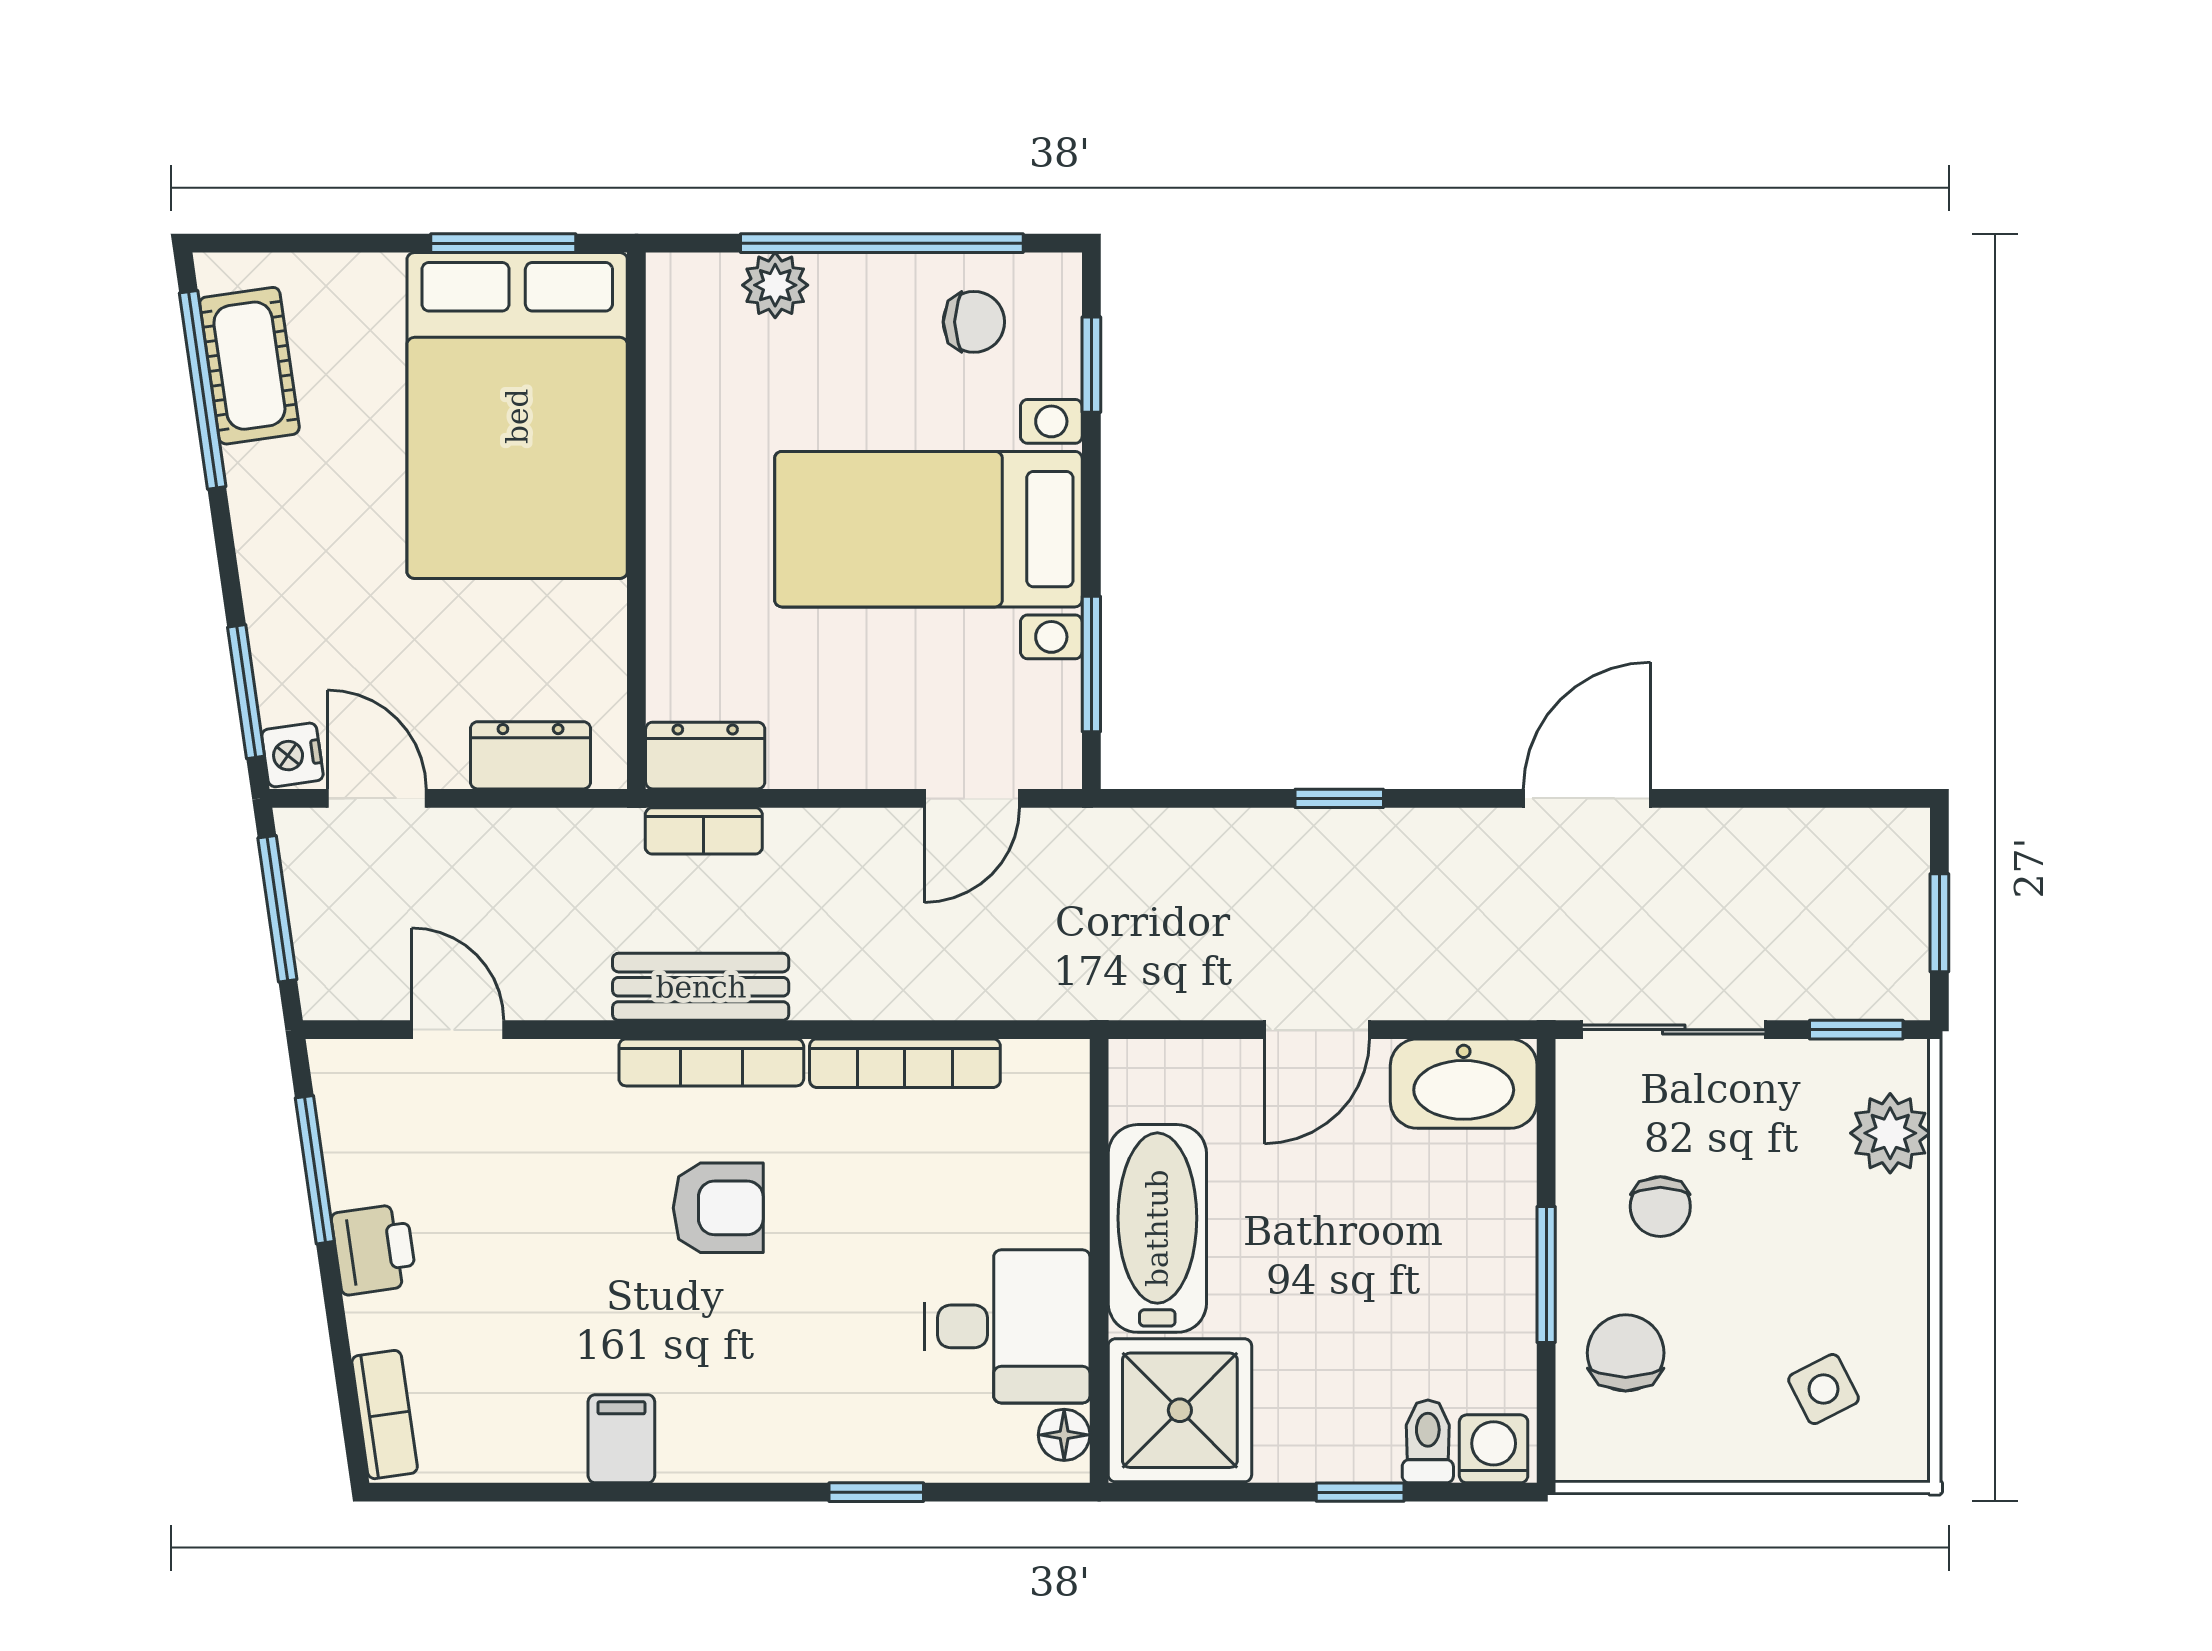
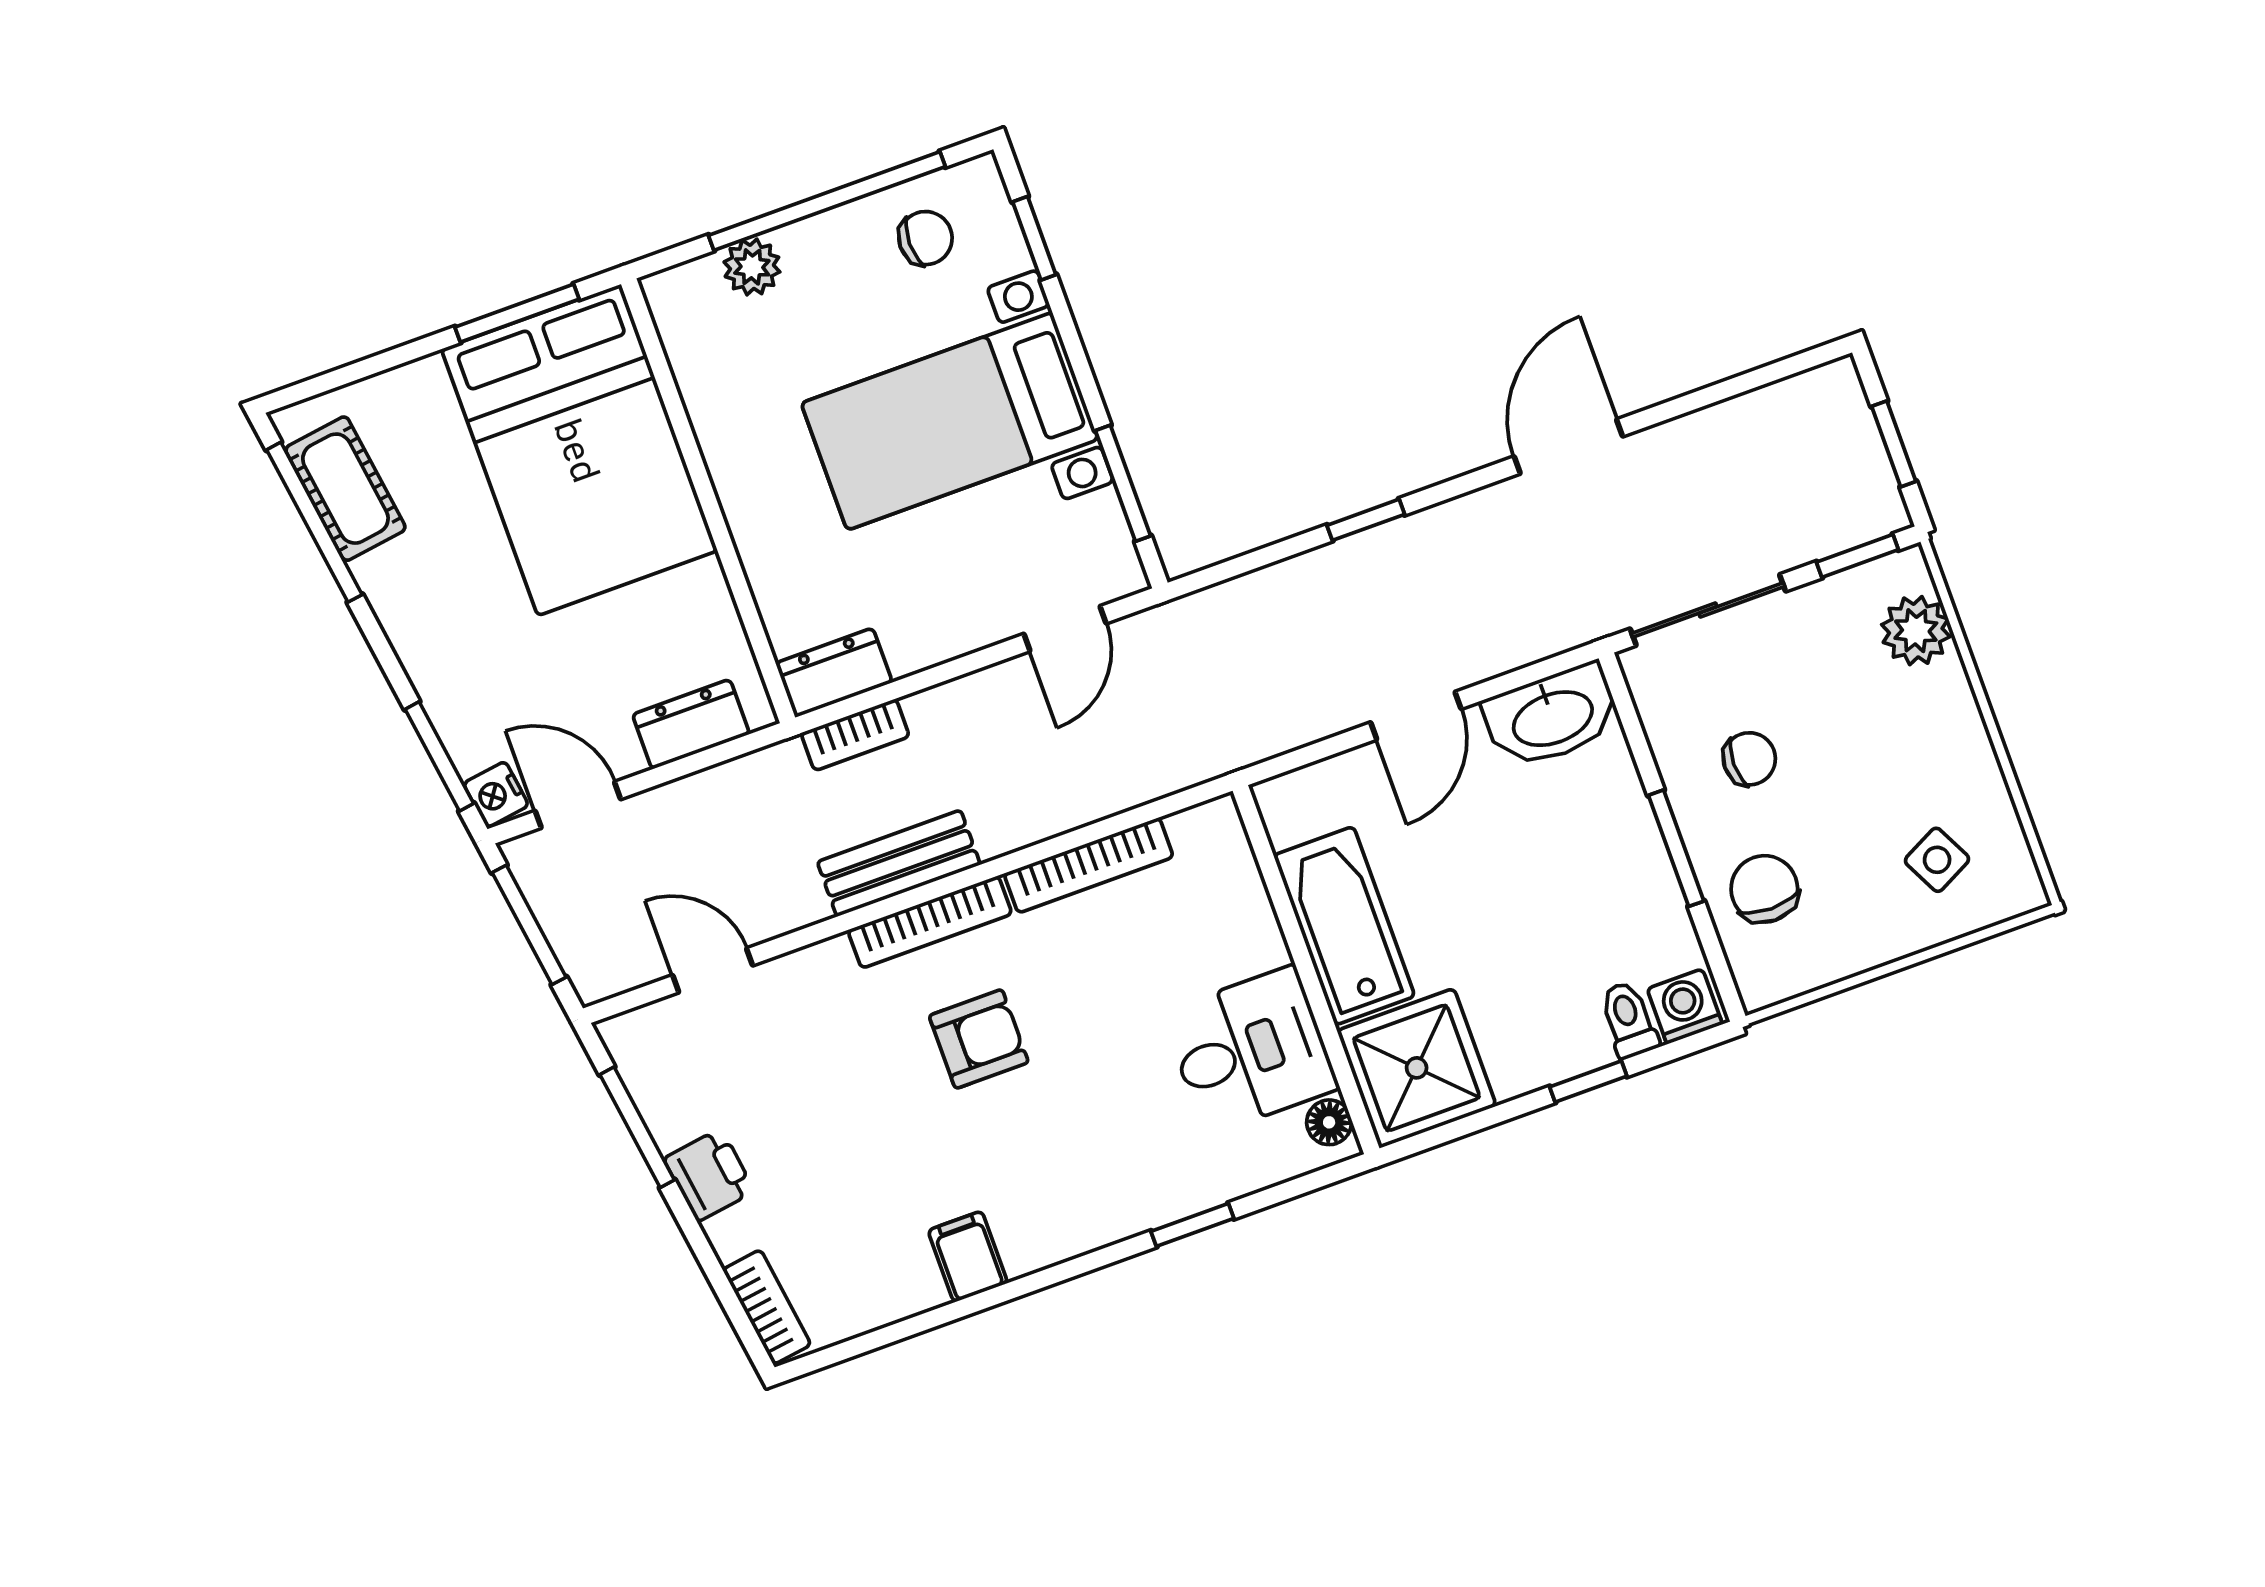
chair: (1660, 1207) -> (1749, 759), turned -90

